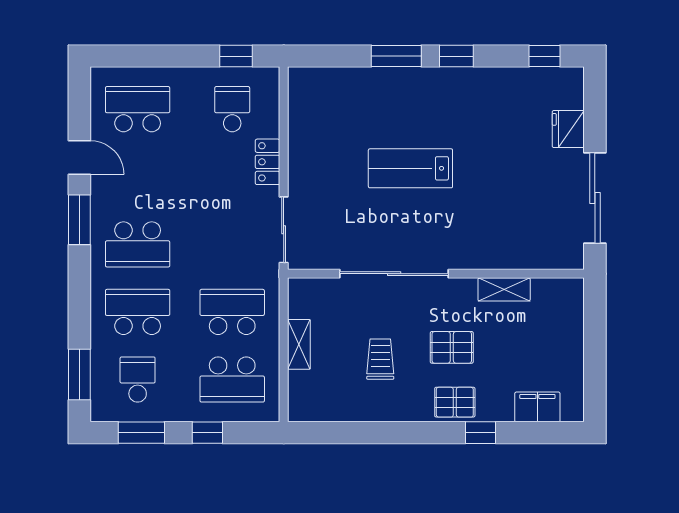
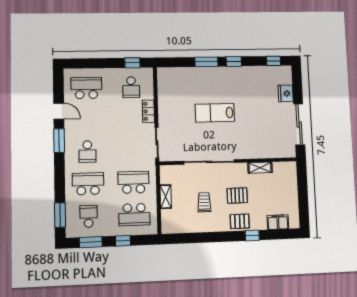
school desk: (232, 109) -> (131, 87), turned 180
school desk: (138, 244) -> (87, 152), width x0.54

